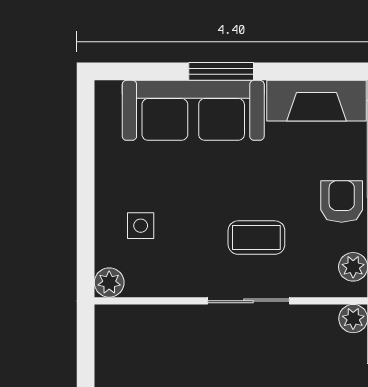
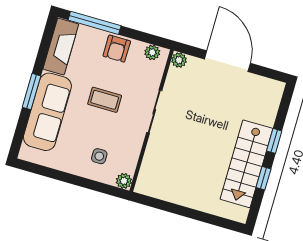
armchair: (342, 201) -> (117, 49), turned -90
coffee table: (256, 238) -> (105, 100), moved, turned 90

